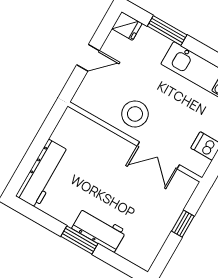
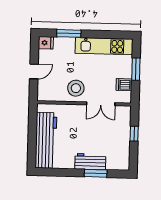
workbench: (43, 174) -> (46, 140), width x1.36, depth x1.32
window: (79, 240) -> (96, 173), moved

